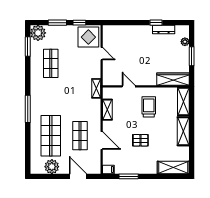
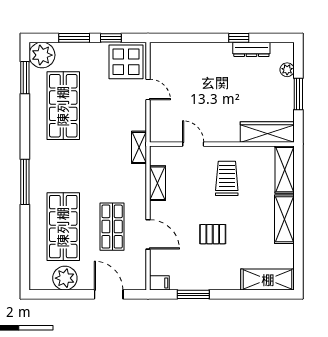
shop shelf: (51, 63) -> (63, 106), width x1.43, depth x1.36

